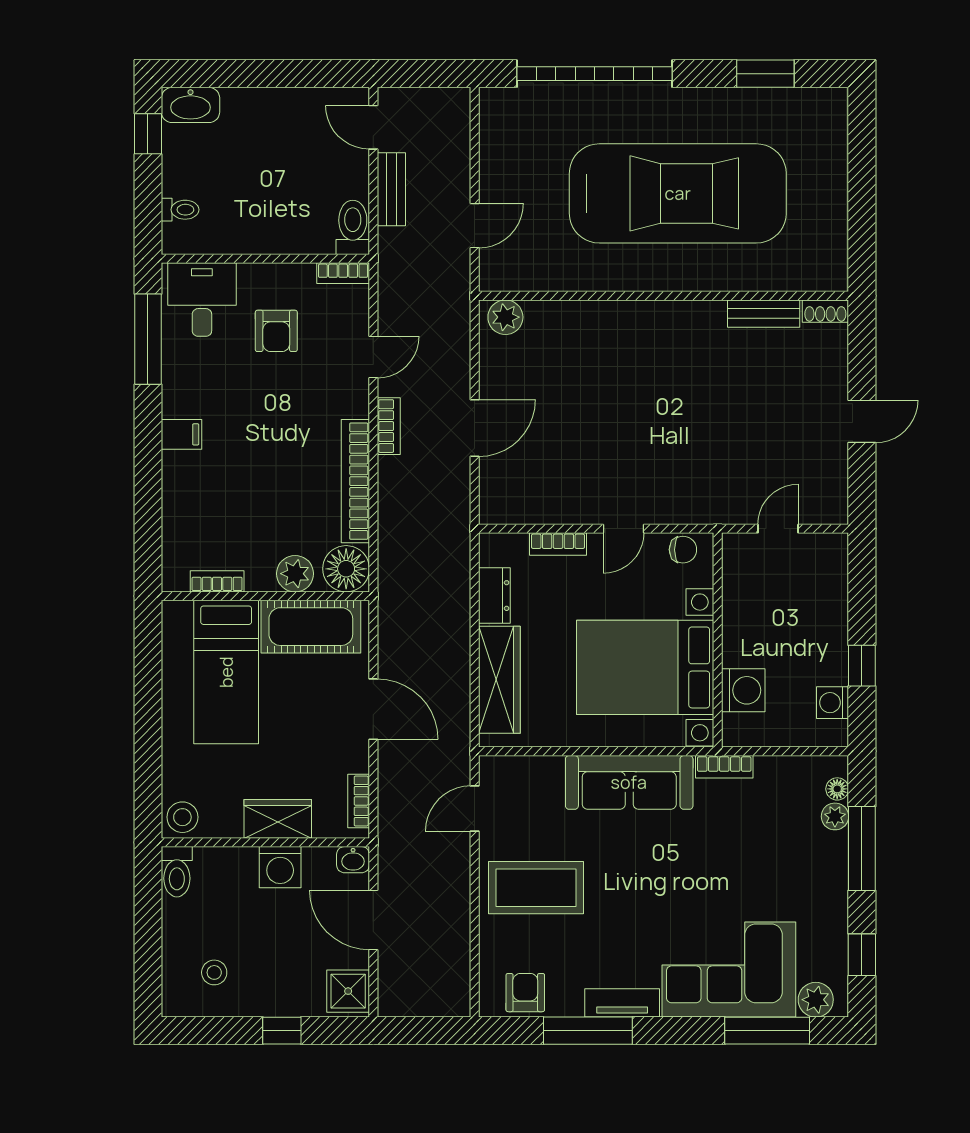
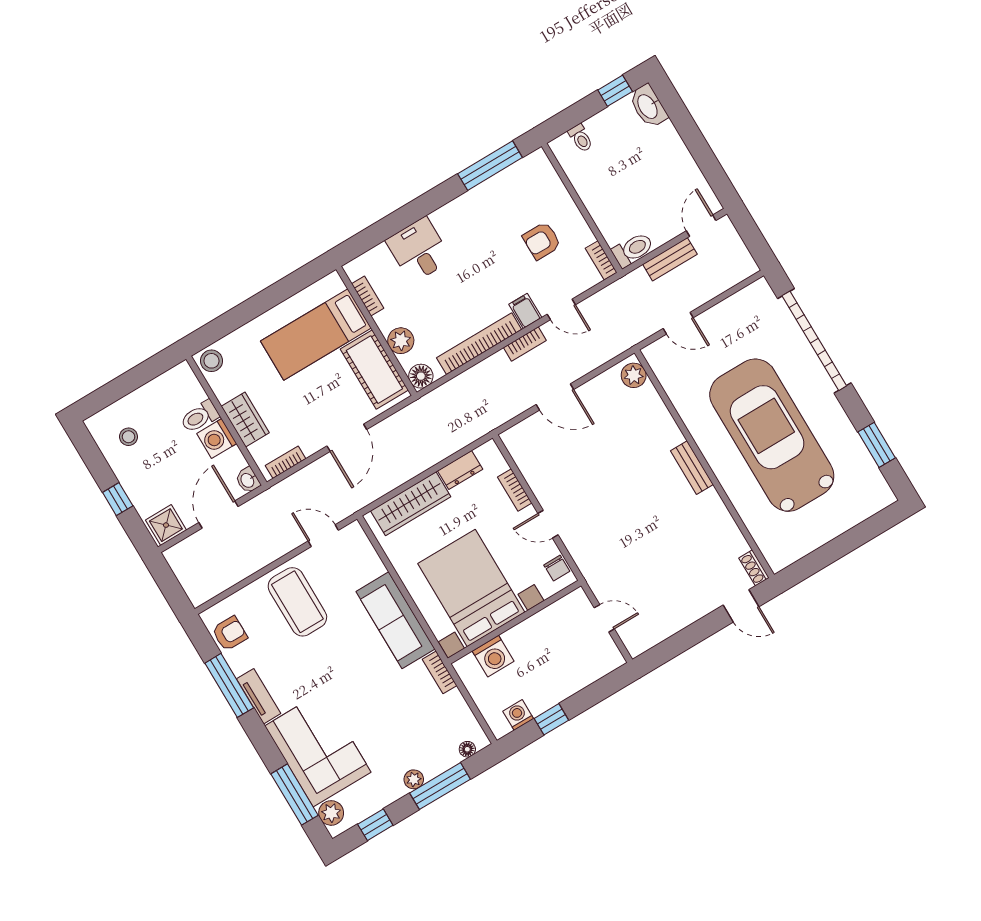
car: (678, 193) -> (772, 435), turned 180
desk: (202, 300) -> (419, 250), moved, turned -90
bench: (764, 314) -> (692, 468), moved
door: (862, 421) -> (741, 606), moved
filing cabinet: (182, 434) -> (525, 311), moved, turned 180
floor lamp: (346, 569) -> (421, 376), width x0.73, depth x0.73
plant: (835, 816) -> (414, 779), moved
toilet: (177, 872) -> (200, 417), moved

